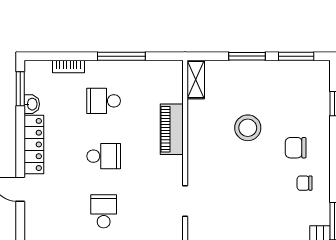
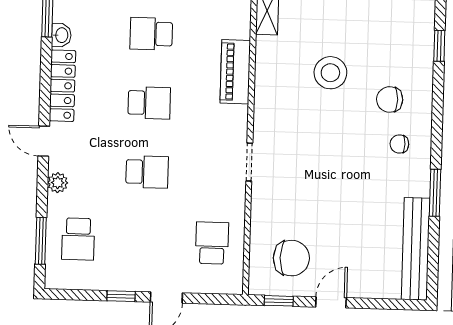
school desk: (104, 211) -> (147, 172), turned 90
plant: (32, 222) -> (58, 183), added

